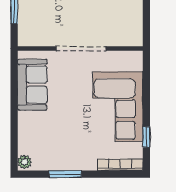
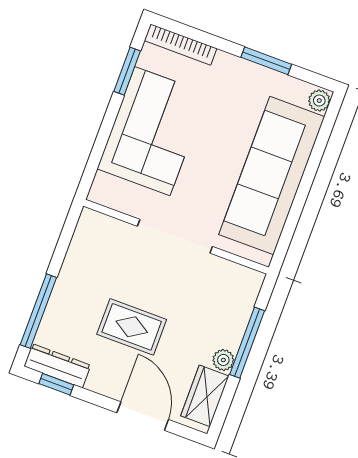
sofa: (32, 85) -> (272, 176), width x1.85, depth x1.27
window: (146, 137) -> (127, 71), width x1.50

